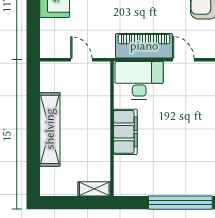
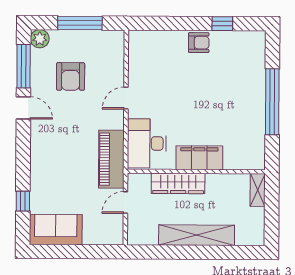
piano: (144, 46) -> (111, 159), moved
wardrobe: (100, 111) -> (178, 183), added

